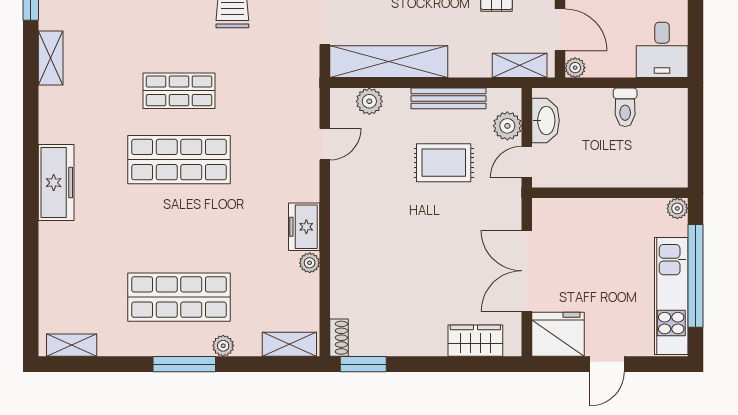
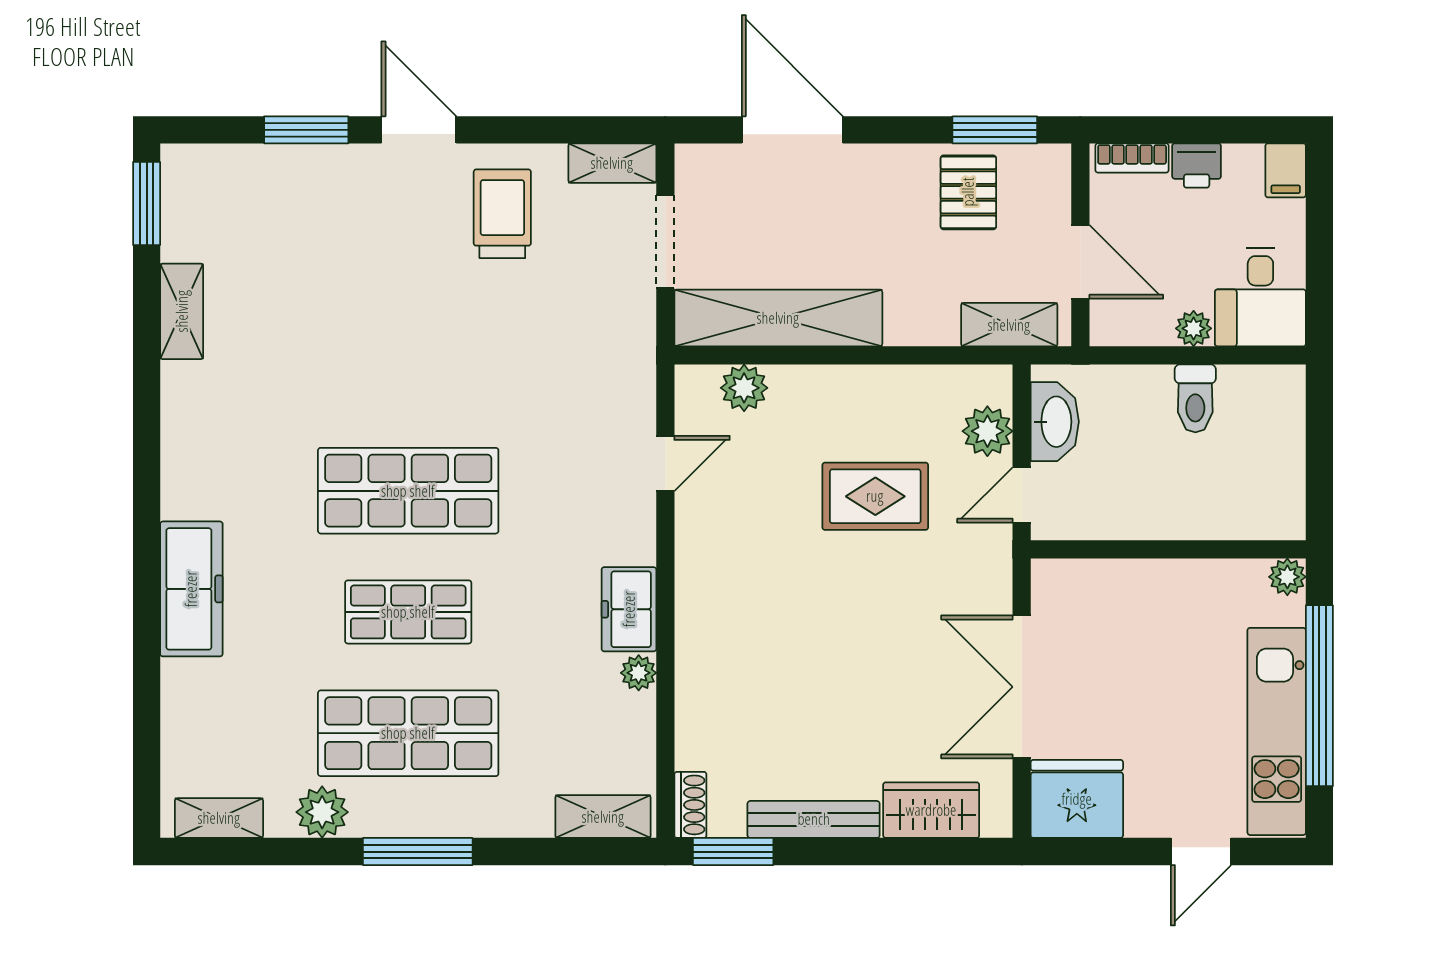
plant: (575, 68) -> (1194, 328), moved
shop shelf: (179, 91) -> (408, 612), moved
bench: (449, 98) -> (814, 819), moved
freezer: (56, 183) -> (191, 589), moved
plant: (223, 346) -> (322, 812), moved, width x1.38, depth x1.38
door: (607, 364) -> (1201, 852), moved

